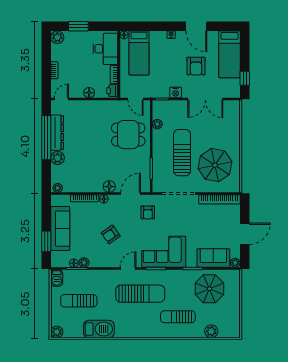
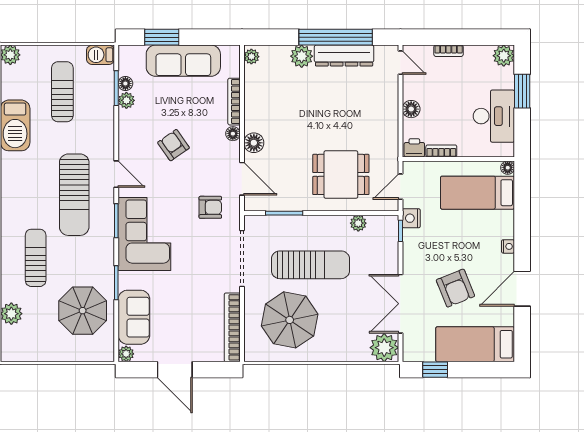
desk: (105, 49) -> (494, 116), moved, turned -90
armchair: (196, 66) -> (455, 288), turned -112
nightstand: (176, 92) -> (411, 218), moved
plant: (232, 109) -> (384, 348), added
dining table: (128, 135) -> (341, 174), turned 90
armchair: (148, 212) -> (210, 207), turned 180

